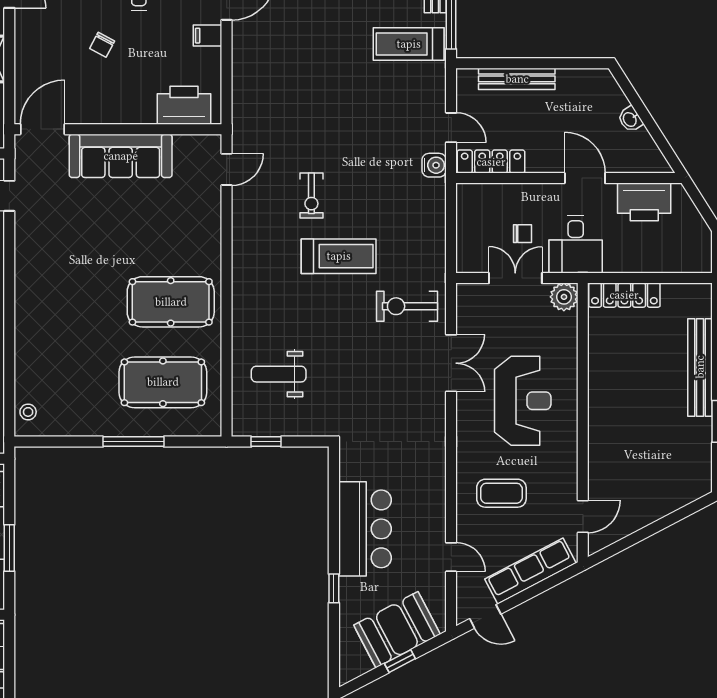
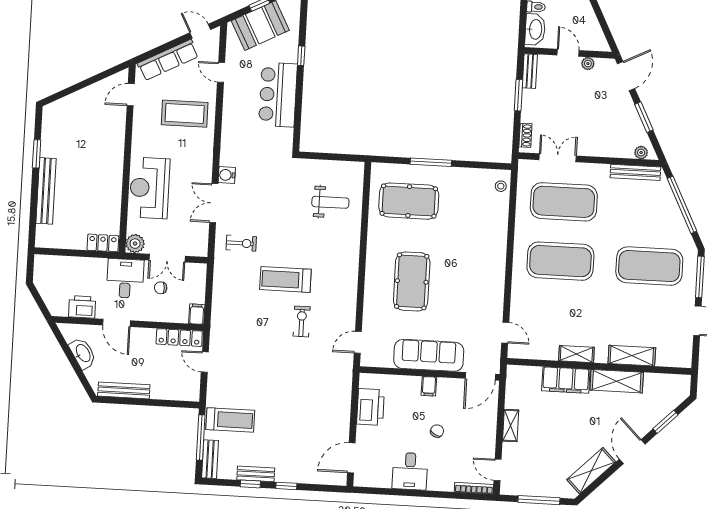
filing cabinet: (207, 36) -> (429, 386), moved, turned 90
bench: (517, 79) -> (124, 390), moved
printer: (184, 105) -> (370, 407), moved, turned -90
washbasin: (630, 119) -> (83, 353), width x1.91, depth x1.45
water cooler: (434, 165) -> (227, 175), moved
filing cabinet: (467, 198) -> (197, 314), added
printer: (644, 202) -> (82, 307), width x0.73, depth x0.84
locker: (624, 295) -> (103, 243), width x0.66
pool table: (171, 302) -> (412, 281), moved, turned 90
exercise bike: (407, 306) -> (241, 243), width x0.73, depth x0.72
reception desk: (523, 401) -> (150, 188), moved
window: (266, 442) -> (341, 157), removed
coffee table: (501, 493) -> (185, 114), width x1.36, depth x1.32

